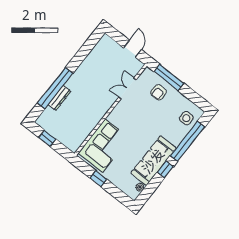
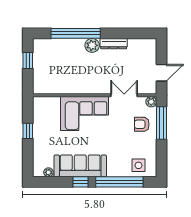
plant: (148, 73) -> (151, 102), added
plant: (73, 83) -> (92, 45), added
dresser: (60, 98) -> (114, 44), moved
corner sofa: (104, 146) -> (84, 114), moved

